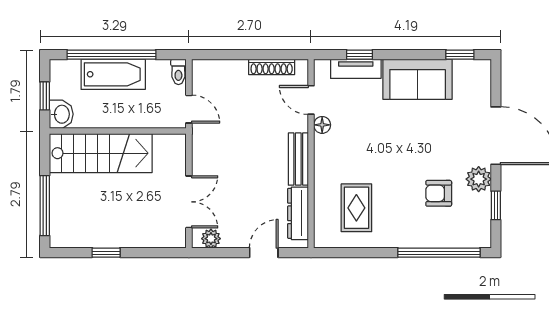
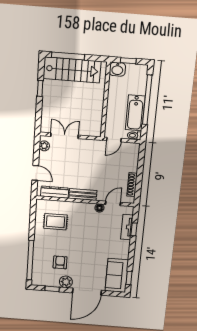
bathtub: (113, 74) -> (135, 113), moved
sofa: (418, 79) -> (117, 275), moved
stairs: (101, 153) -> (72, 70), moved, turned -90
double door: (189, 202) -> (65, 136), swing flipped

